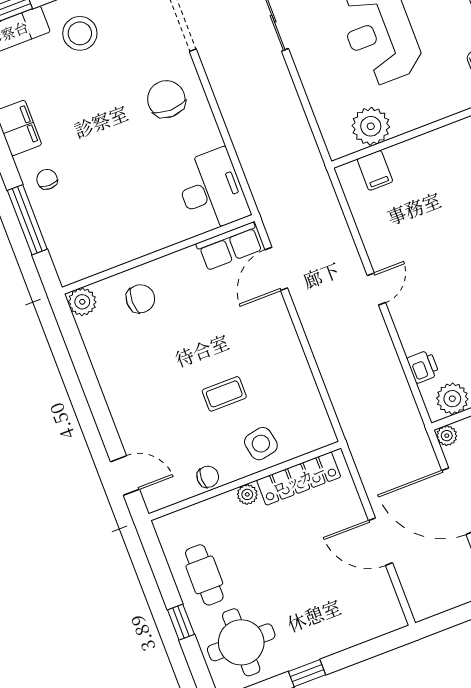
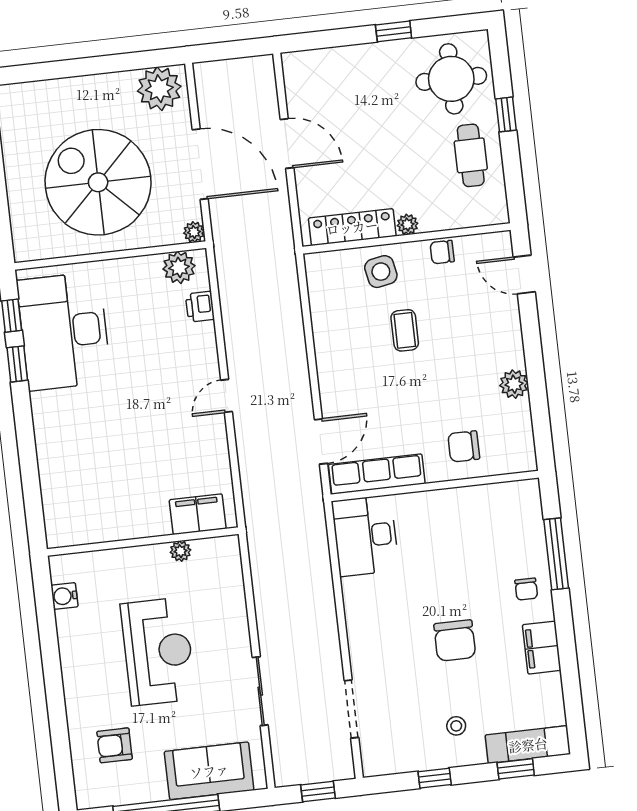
stool: (80, 33) -> (456, 726), width x0.53, depth x0.53
chair: (166, 99) -> (455, 641), moved
plant: (371, 126) -> (180, 551), width x0.53, depth x0.53
filing cabinet: (375, 170) -> (198, 514), width x2.00
row of seats: (230, 246) -> (377, 474), width x1.48
plant: (82, 302) -> (514, 384), moved
coffee table: (224, 394) -> (405, 330), turned 90

